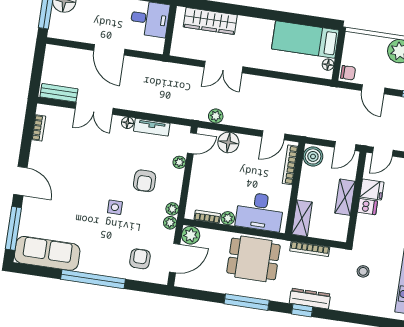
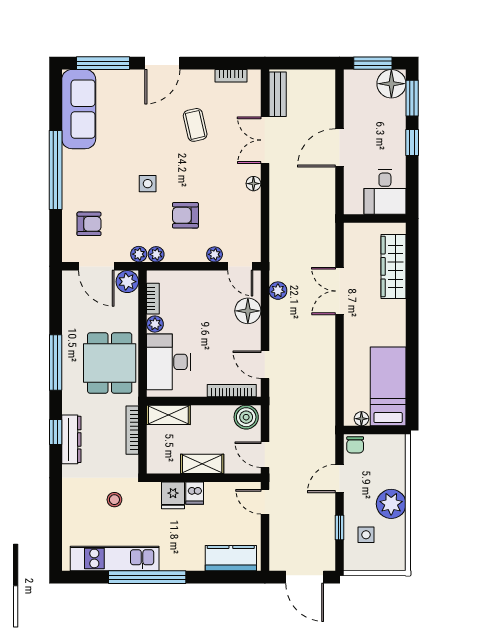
tv unit: (152, 127) -> (252, 214), removed
coffee table: (74, 162) -> (195, 125), added
fridge: (372, 189) -> (173, 495), moved

